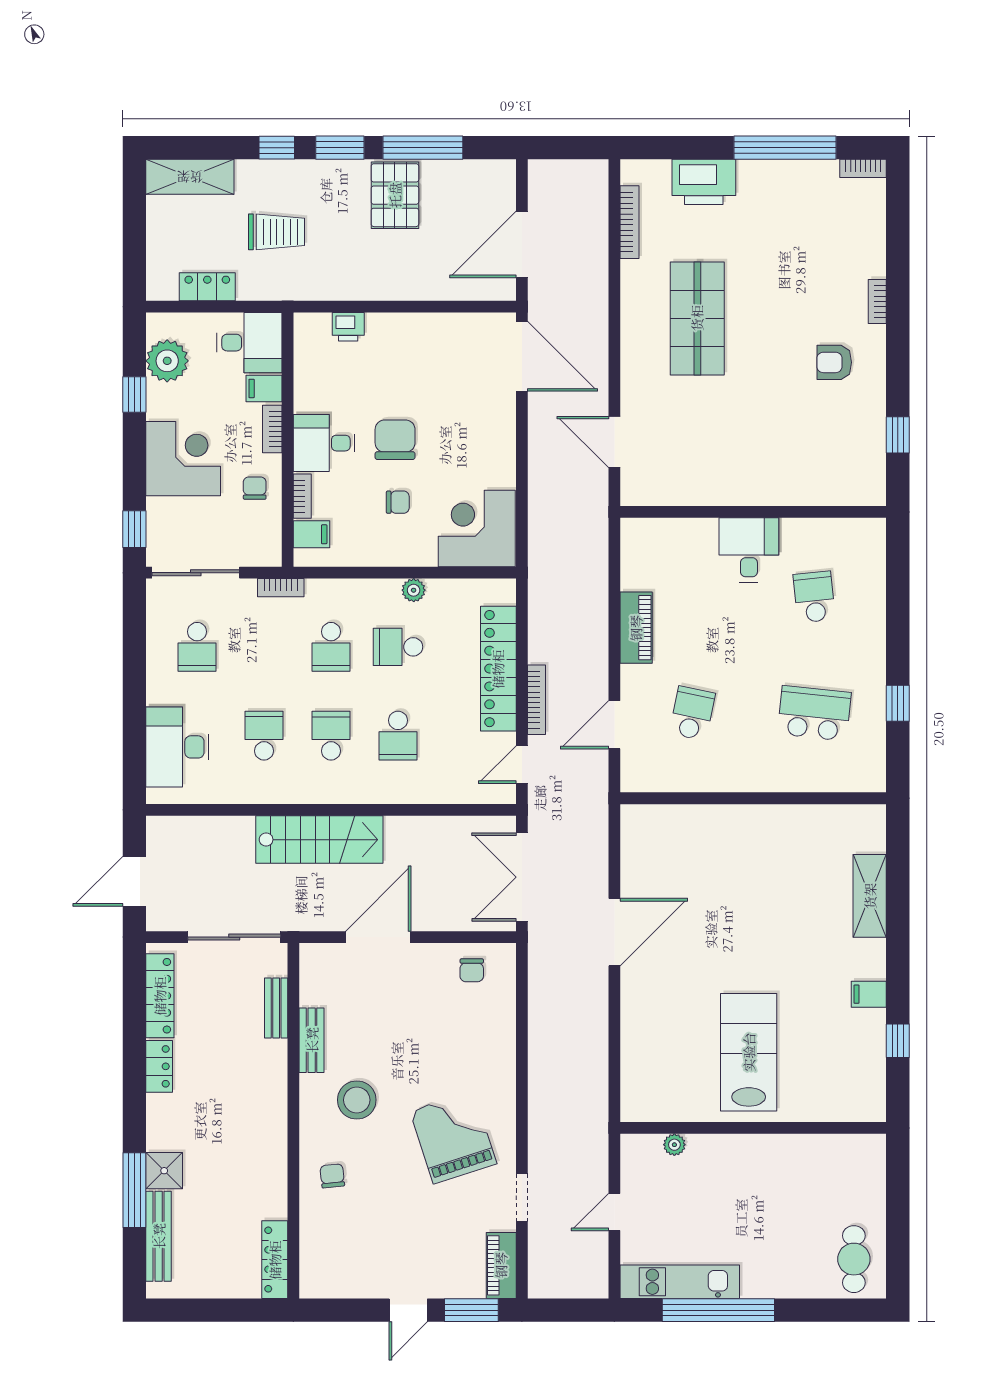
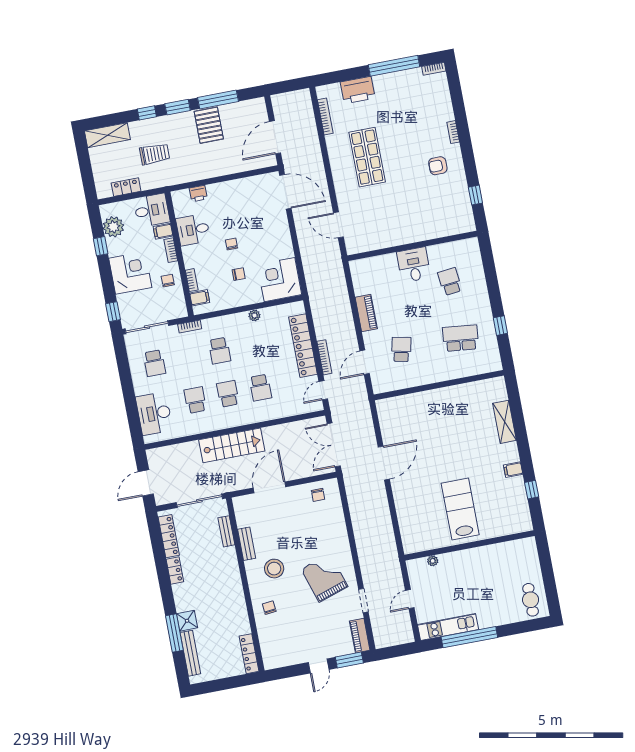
chair: (395, 440) -> (231, 244), width x0.54, depth x0.54
desk: (324, 443) -> (193, 230), moved
school desk: (398, 647) -> (252, 344), removed

